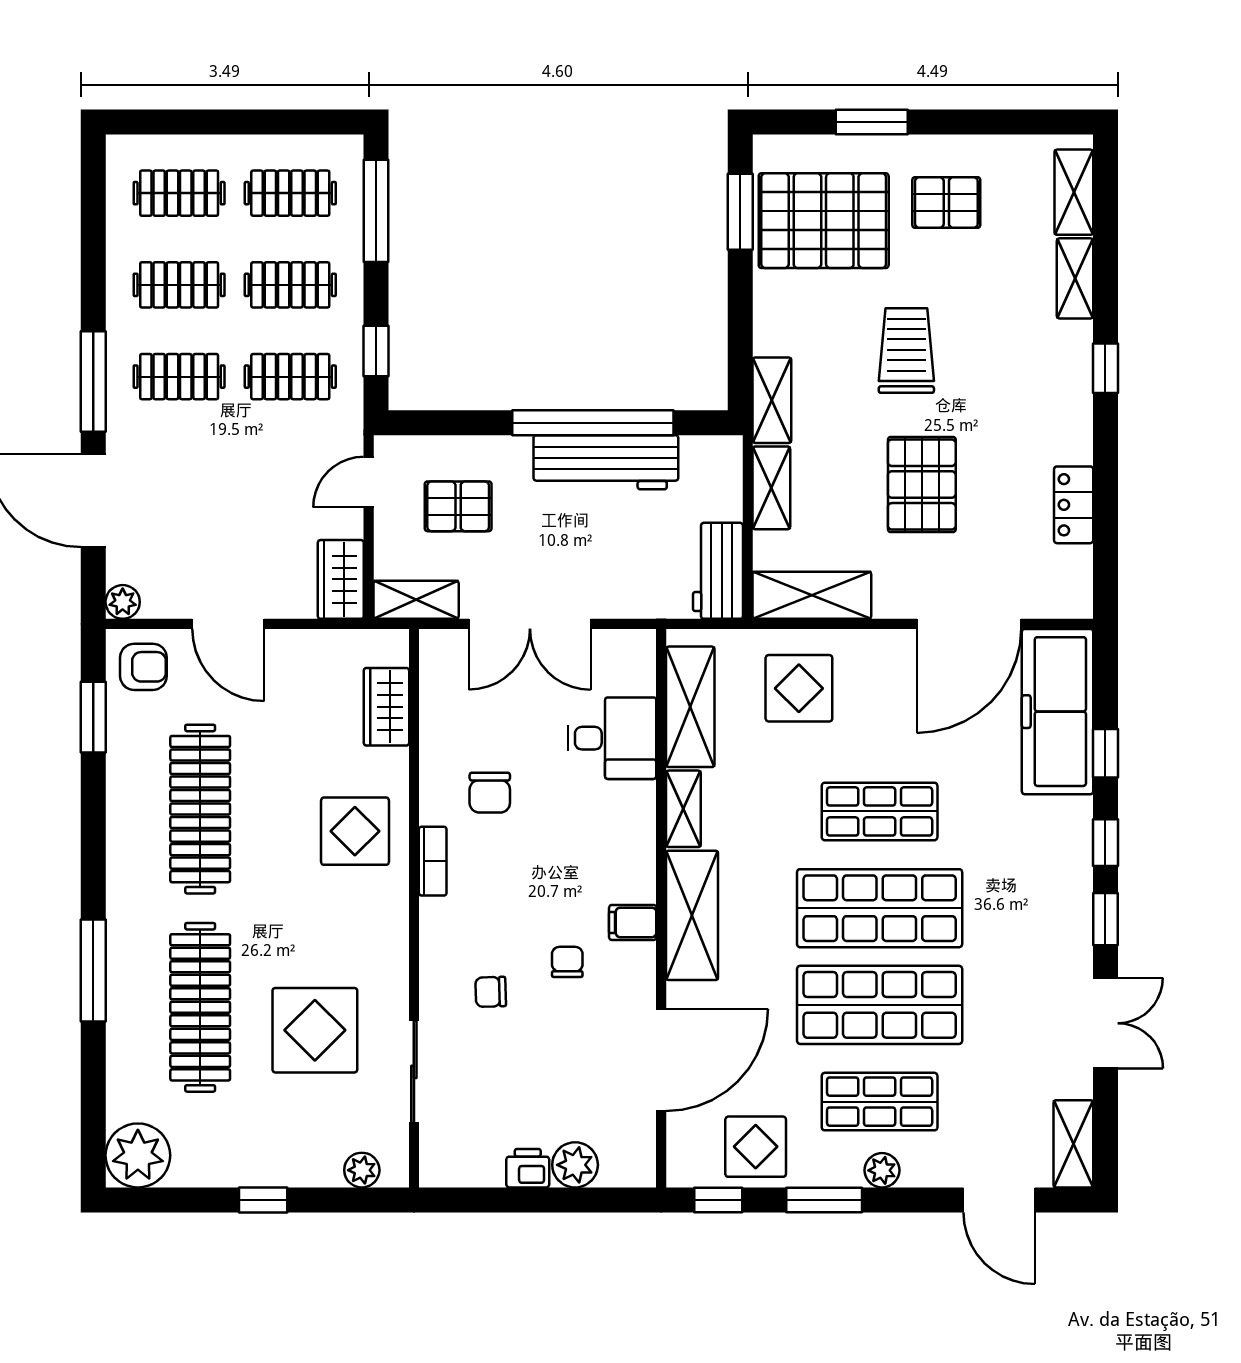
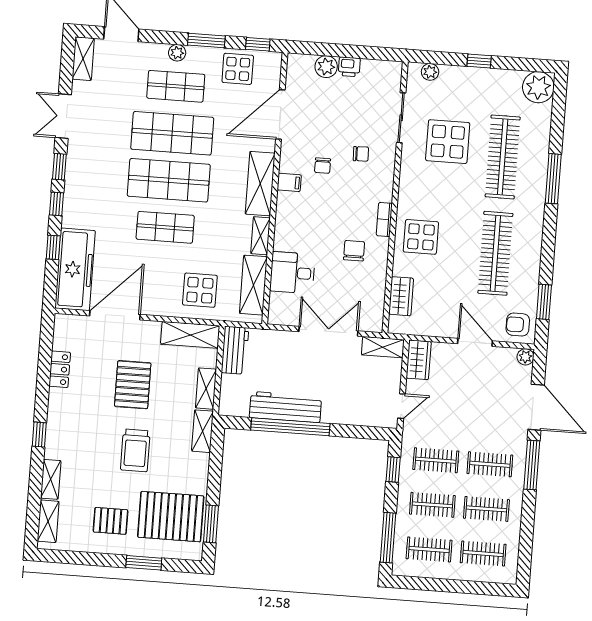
pallet: (458, 506) -> (359, 391), removed

